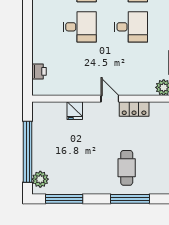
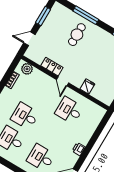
desk: (80, 27) -> (69, 110), moved
printer: (39, 71) -> (79, 149), moved

